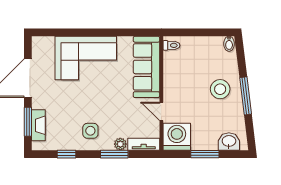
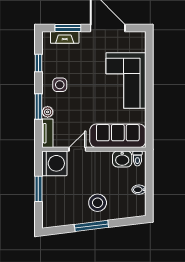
bidet: (229, 44) -> (139, 190), moved
washbasin: (229, 141) -> (122, 159), moved, turned 90

